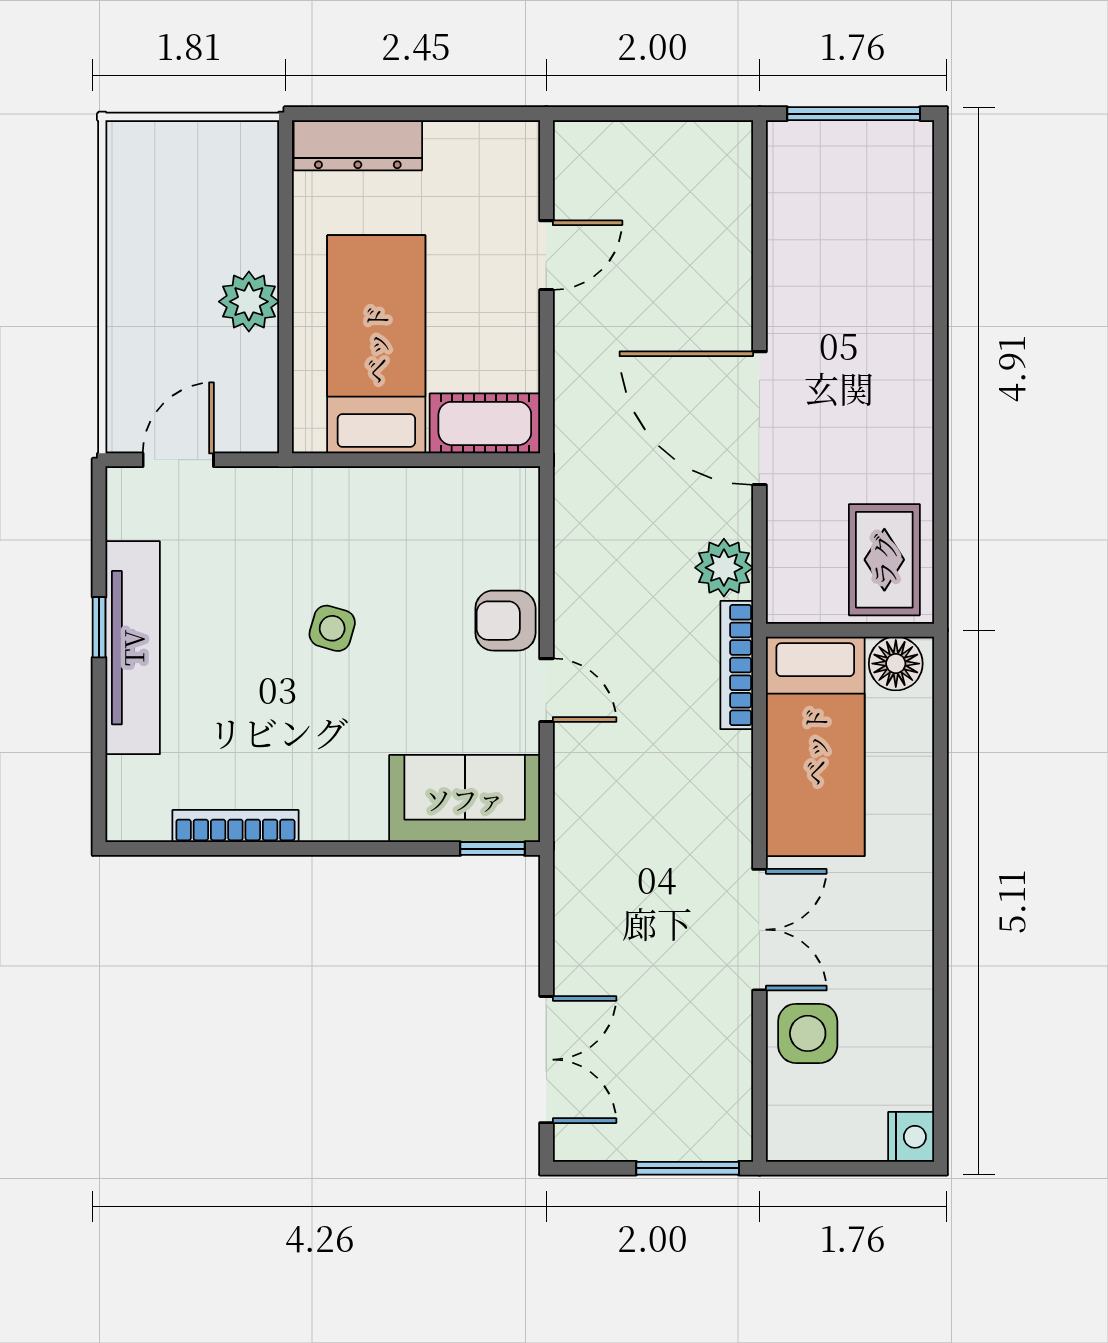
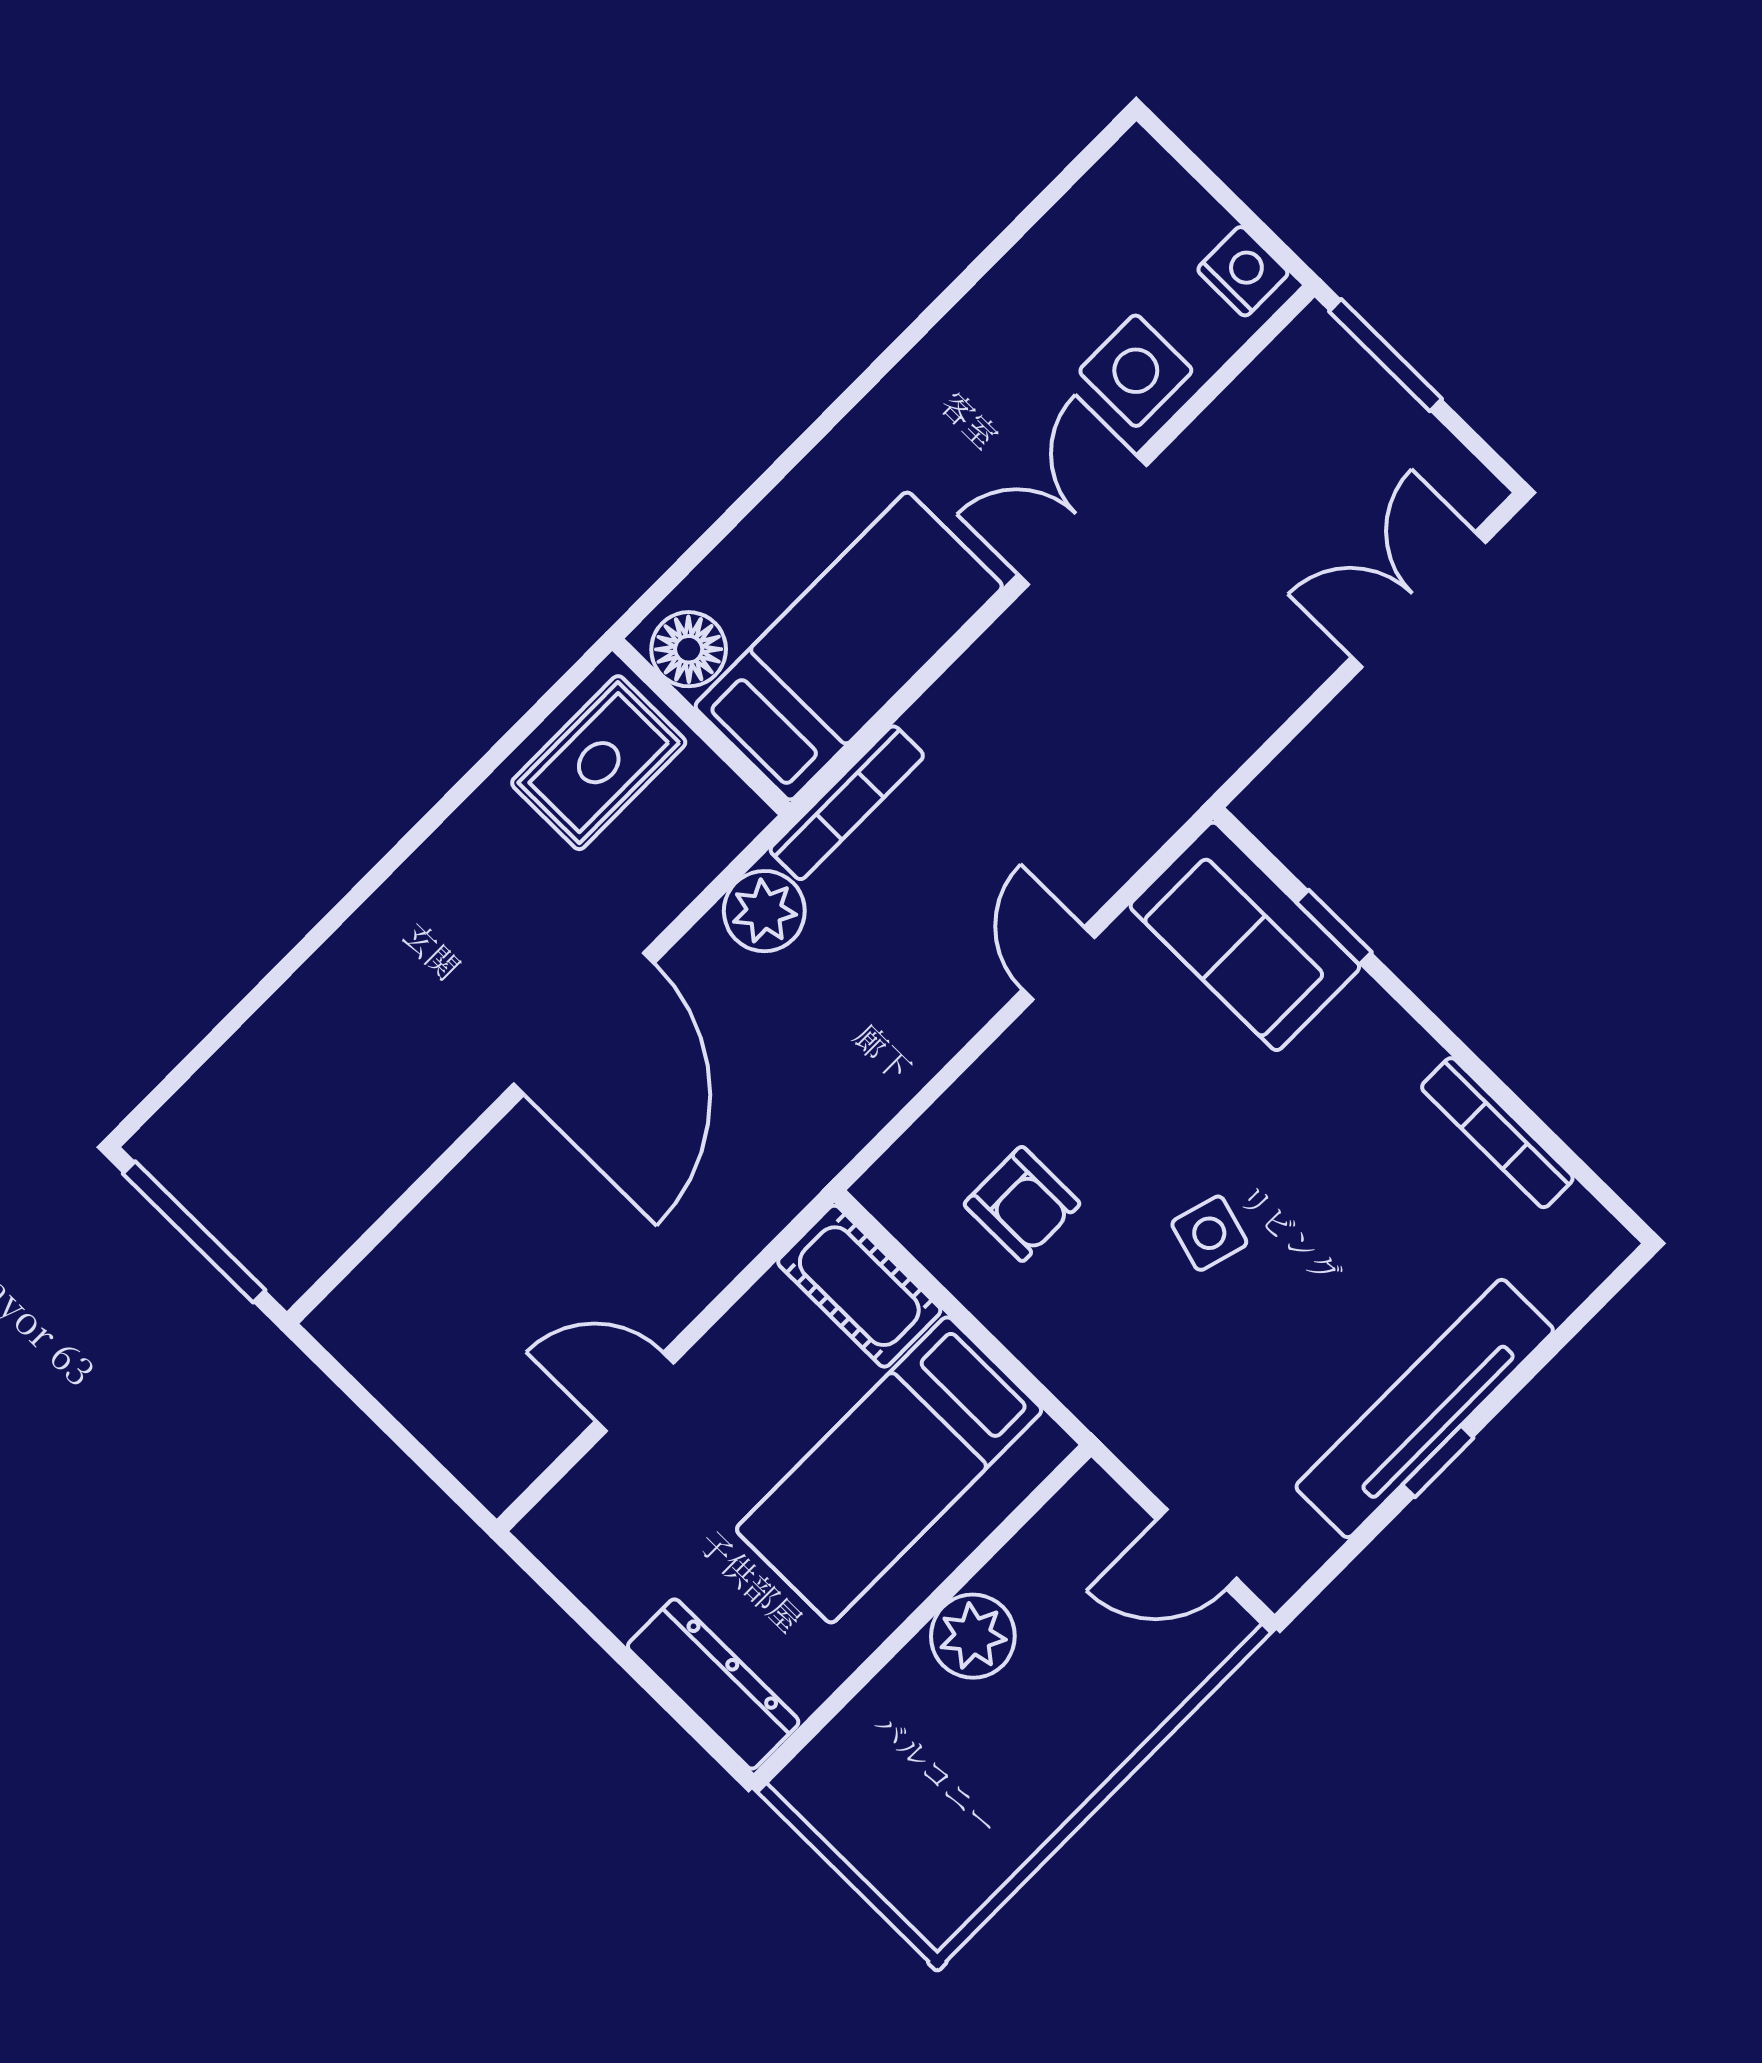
armchair: (505, 621) -> (1022, 1204), moved
window: (493, 849) -> (1334, 927), moved
nightstand: (911, 1137) -> (1243, 271), moved, turned 90

